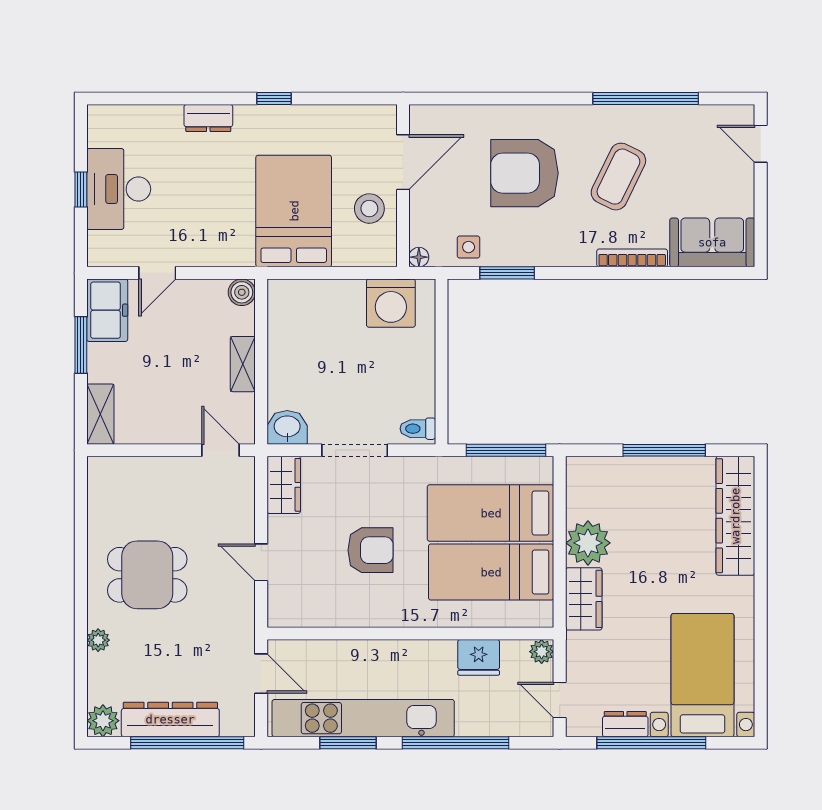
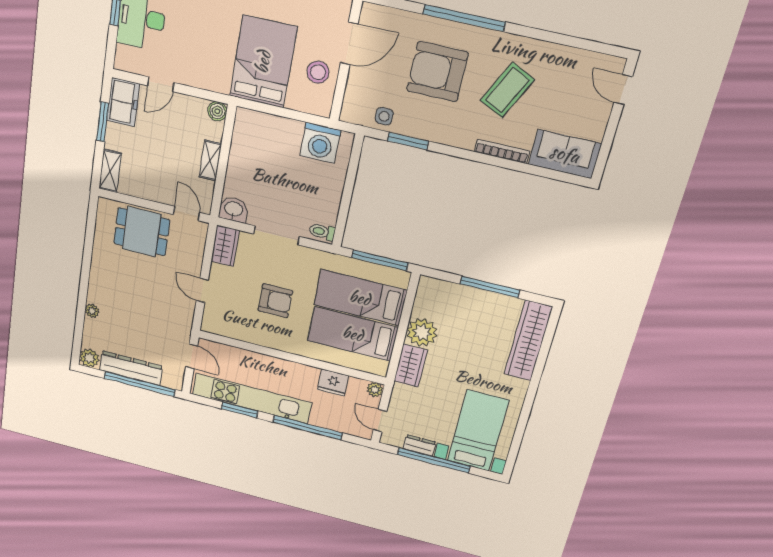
window: (646, 99) -> (464, 18), moved
floor lamp: (419, 257) -> (347, 115), removed
dining table: (147, 575) -> (142, 232), moved

